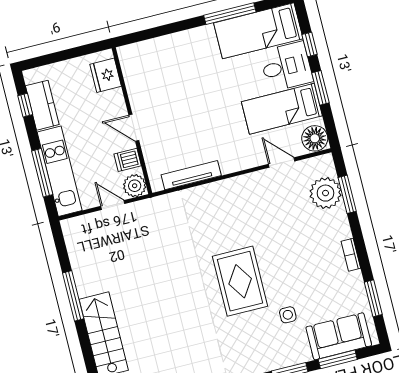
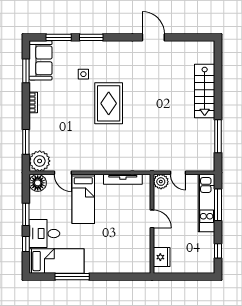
kitchen counter: (42, 105) -> (207, 248), removed
bed: (282, 109) -> (83, 199), moved, turned 90
dishwasher: (128, 160) -> (161, 199), removed
plant: (326, 193) -> (40, 161), moved
window: (73, 296) -> (218, 136), moved
sofa: (339, 336) -> (41, 60), moved, turned -90

